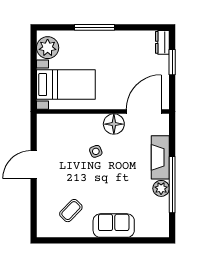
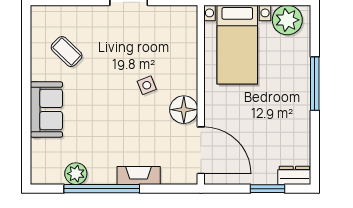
fireplace: (160, 157) -> (139, 175), width x0.73, depth x0.76
plant: (161, 188) -> (76, 174), moved

